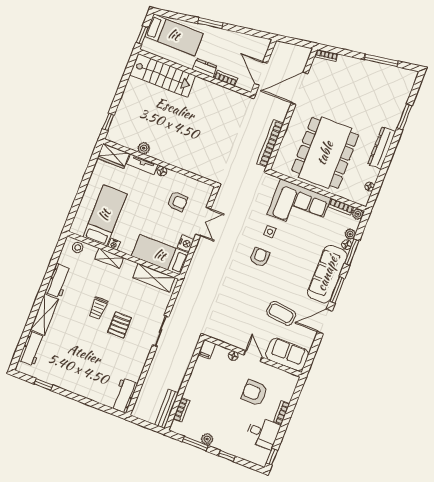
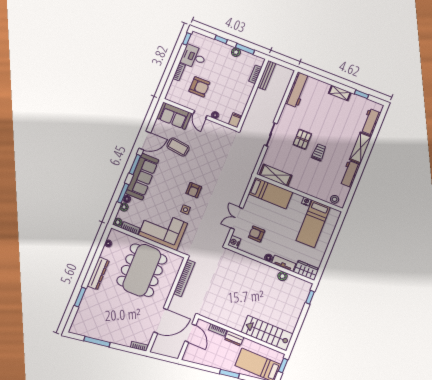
nightstand: (186, 243) -> (234, 242), moved
shelving: (109, 258) -> (340, 93), moved
workbench: (124, 396) -> (297, 90), width x1.38

